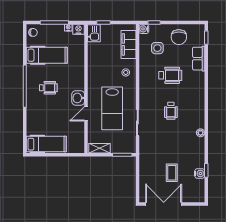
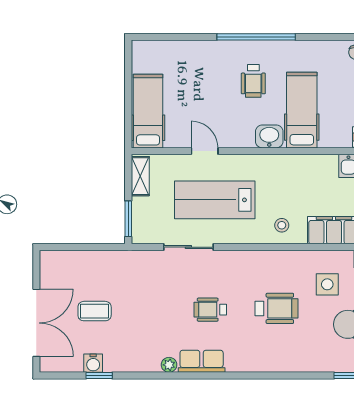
hospital bed: (47, 55) -> (302, 110), moved, turned 180
row of seats: (199, 59) -> (202, 361), moved
wheelchair: (170, 75) -> (276, 308), turned -90
washbasin: (78, 98) -> (269, 136), moved
hospital bed: (46, 144) -> (148, 111), moved, turned 180
double door: (164, 204) -> (36, 323), moved

